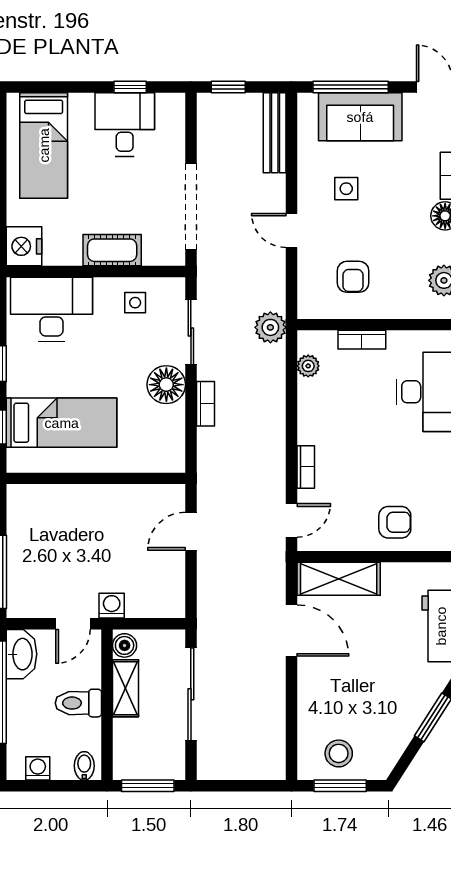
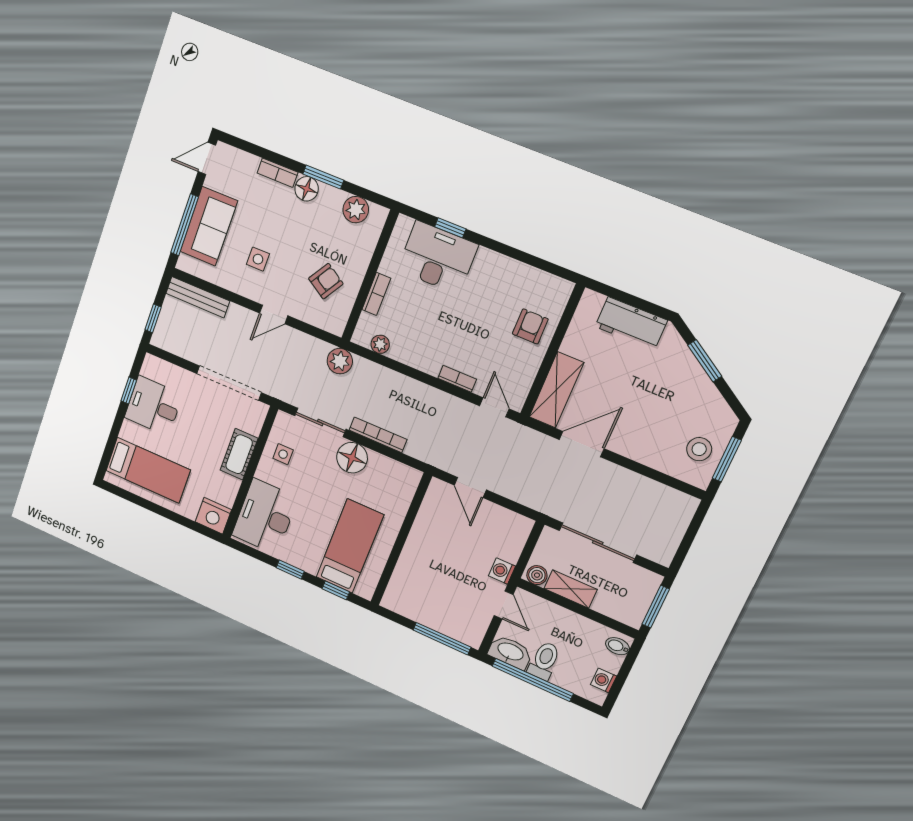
armchair: (353, 277) -> (326, 281), turned -58
bookcase: (205, 404) -> (378, 435), width x1.56
toilet: (78, 703) -> (544, 661), moved, turned 180

